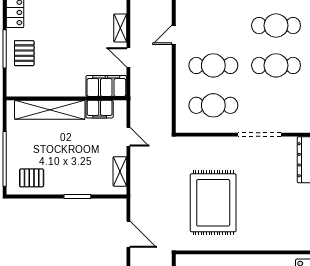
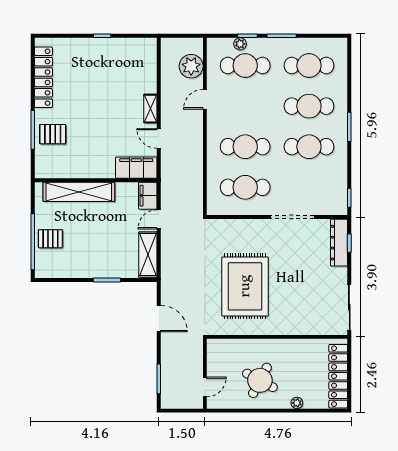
door: (174, 35) -> (205, 99), moved
pallet: (24, 53) -> (53, 134), turned 90
filing cabinet: (100, 109) -> (148, 196), moved, turned 90
door: (128, 137) -> (159, 219), swing flipped
shelving: (120, 171) -> (148, 255), width x1.50, depth x1.33
pallet: (32, 178) -> (50, 239), moved

